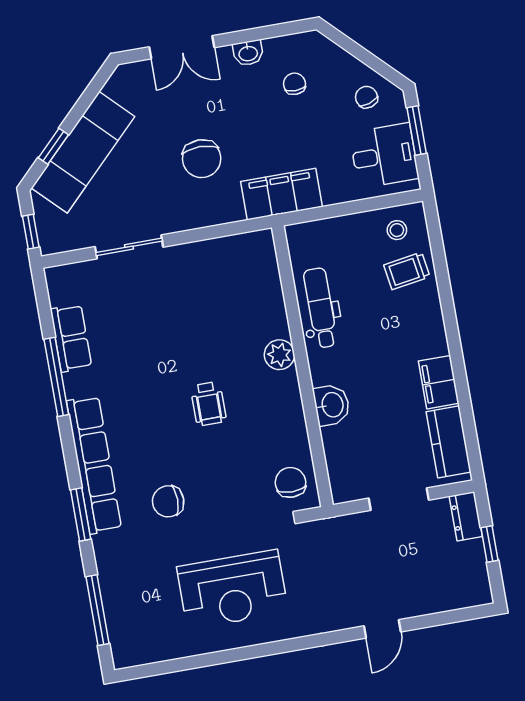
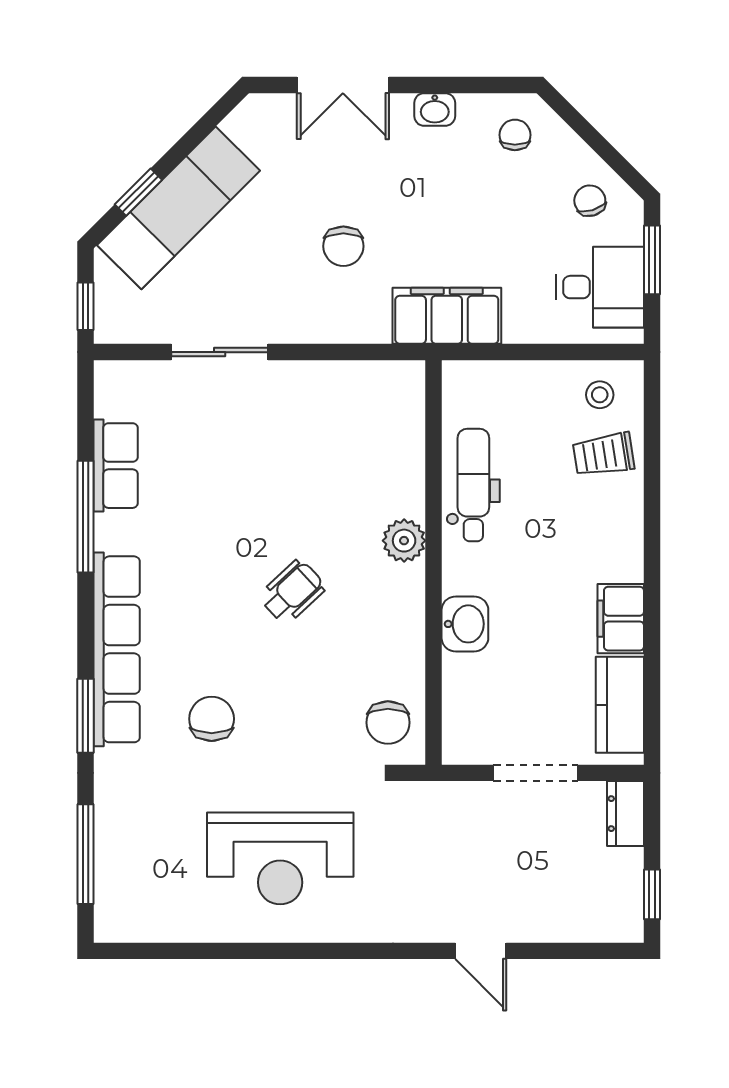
chair: (294, 84) -> (515, 135), moved
chair: (202, 159) -> (343, 246), width x0.73, depth x0.73
wheelchair: (208, 404) -> (292, 592), turned -133
chair: (290, 482) -> (388, 723), turned 180
chair: (168, 501) -> (212, 719), turned 90
window: (490, 544) -> (652, 894), moved
door: (382, 629) -> (481, 951), hinge flipped

